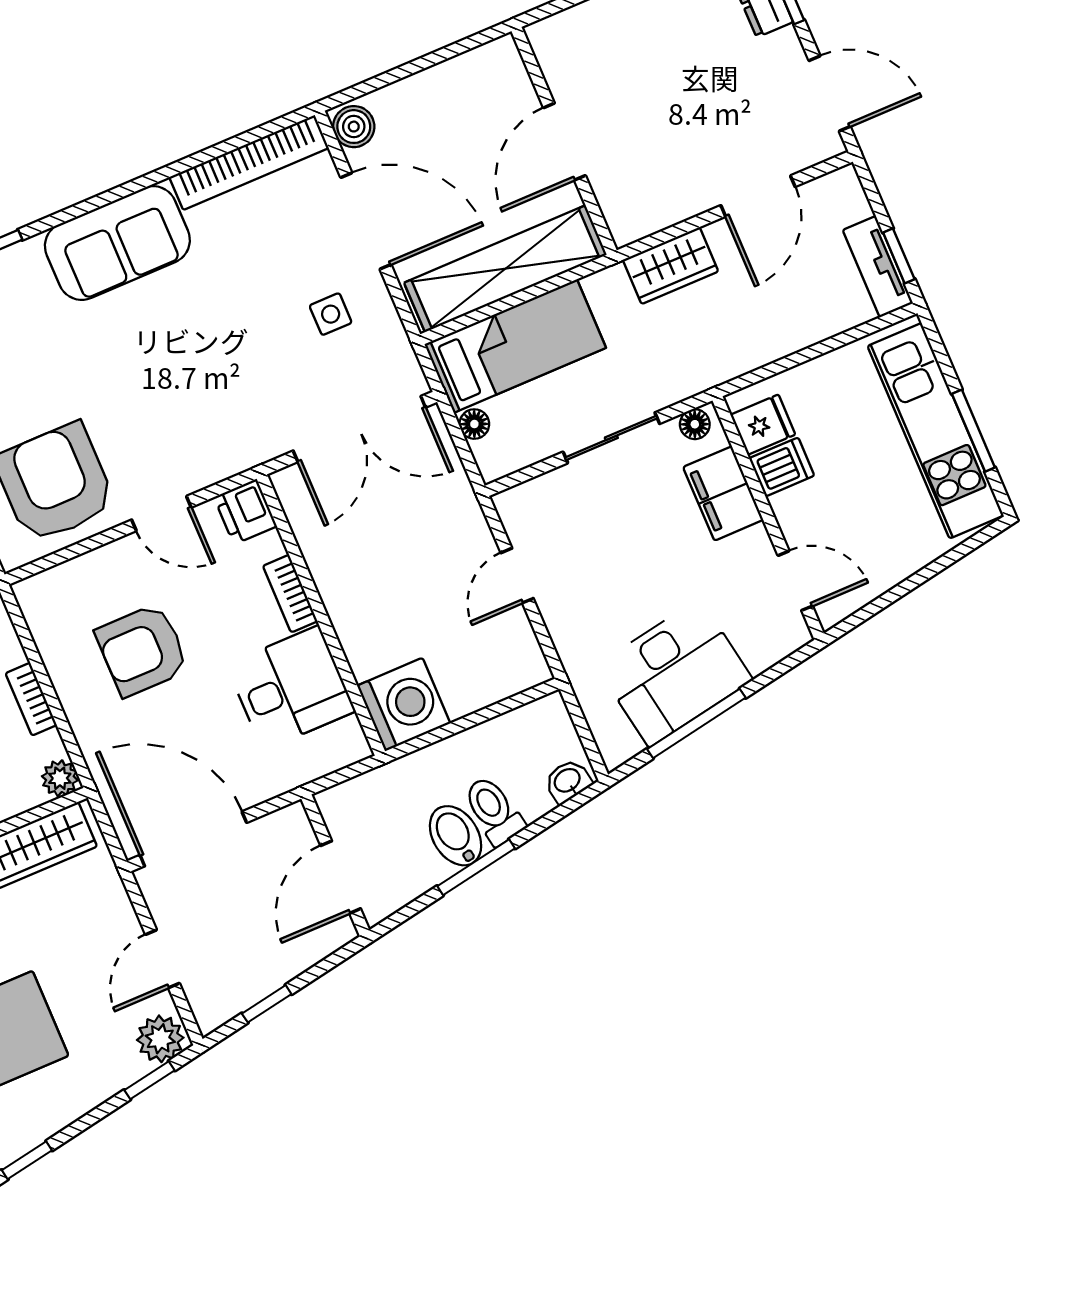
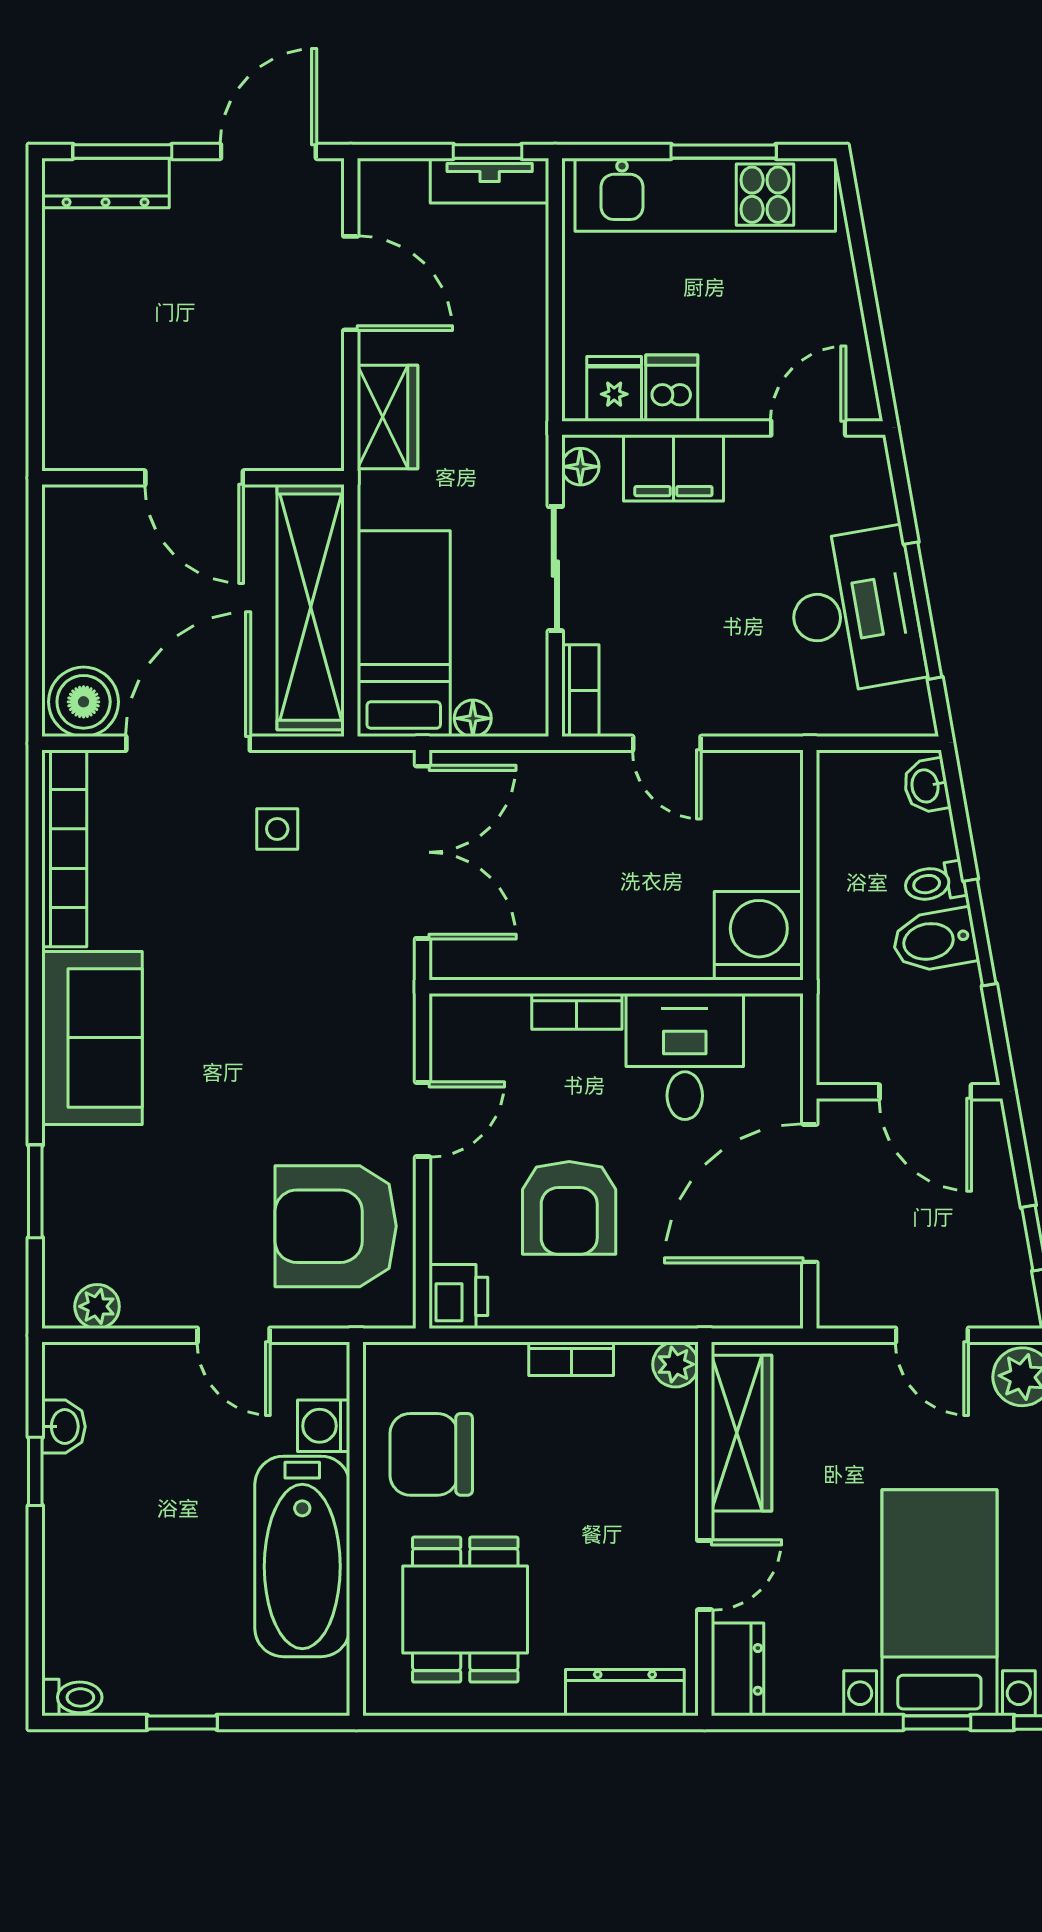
boiler: (354, 127) -> (84, 702), width x1.36, depth x1.36
bookcase: (529, 495) -> (580, 691), added
printer: (245, 512) -> (458, 1296), moved, turned -90
toilet: (494, 810) -> (935, 883), width x0.73, depth x0.72
door: (193, 839) -> (810, 1193), moved

